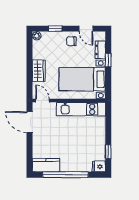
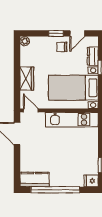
window: (55, 29) -> (56, 33), moved
door: (86, 29) -> (77, 33), hinge flipped

